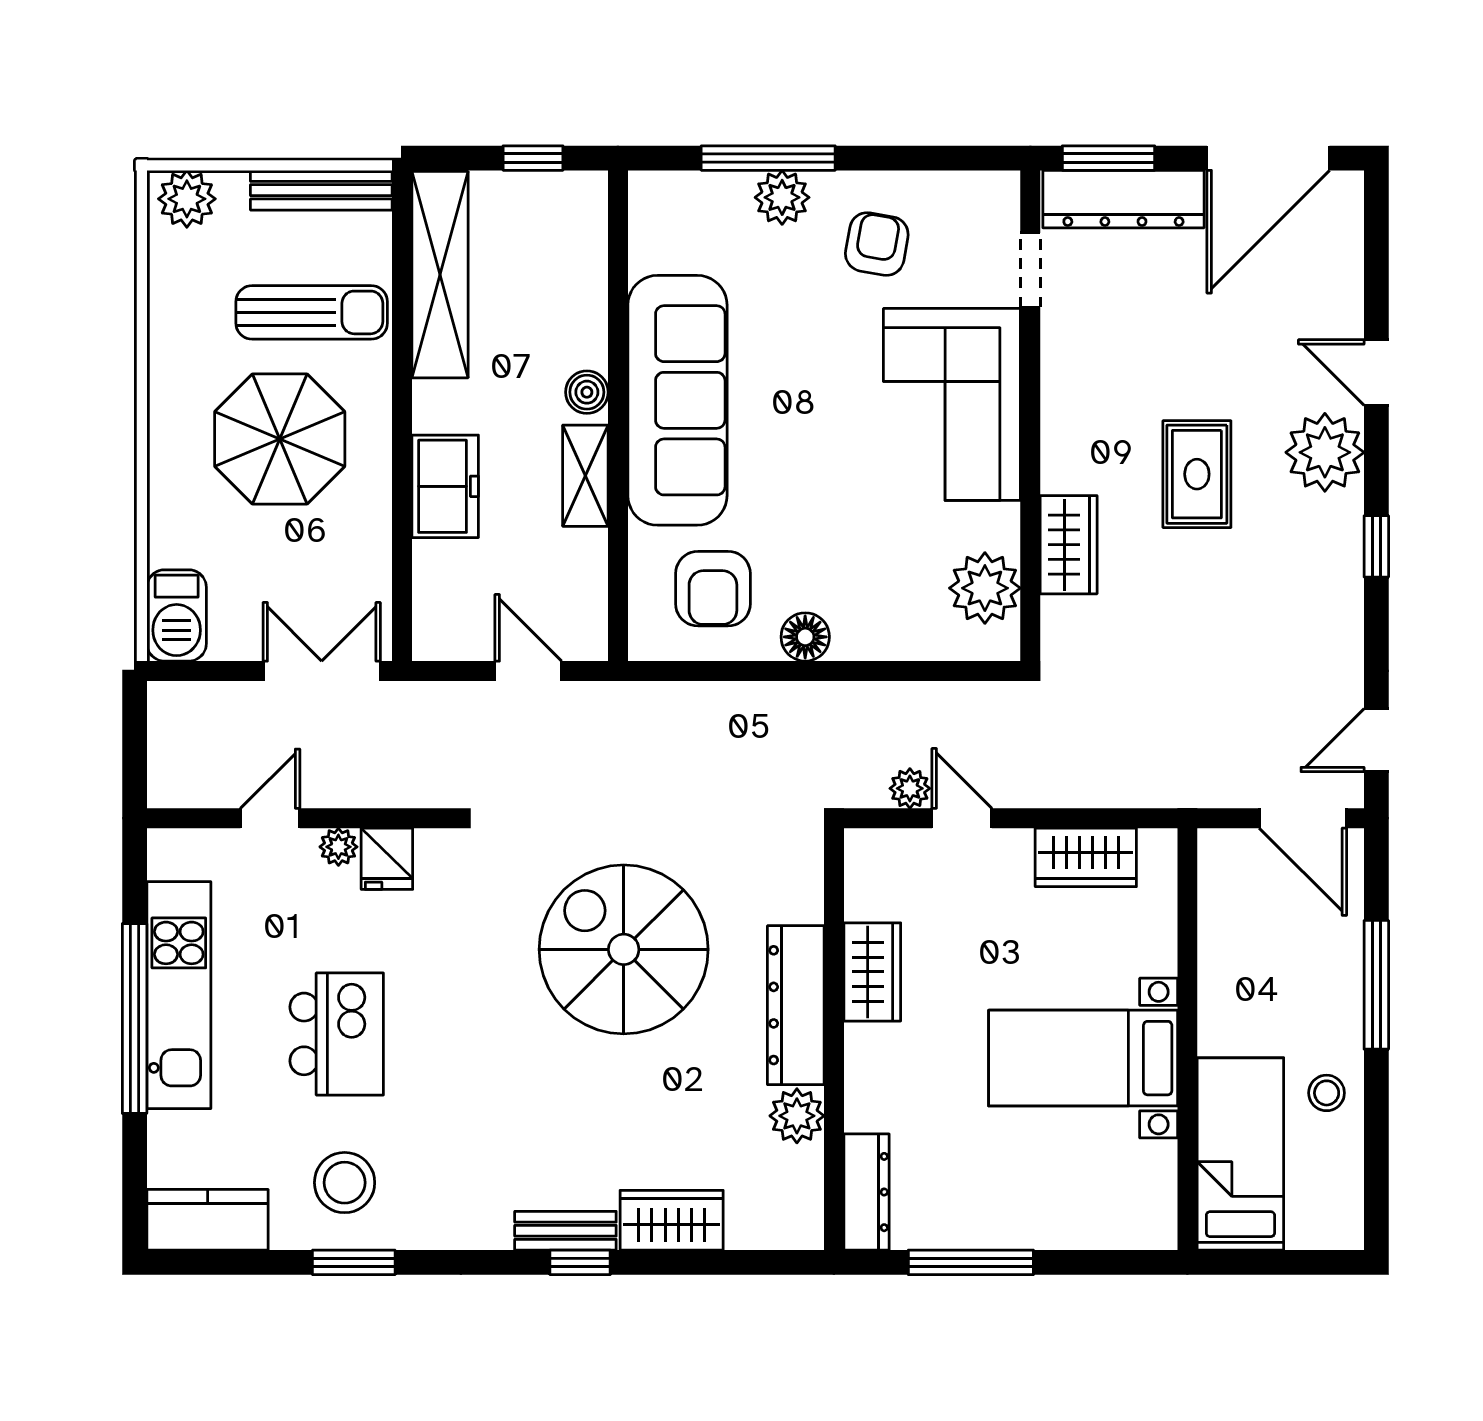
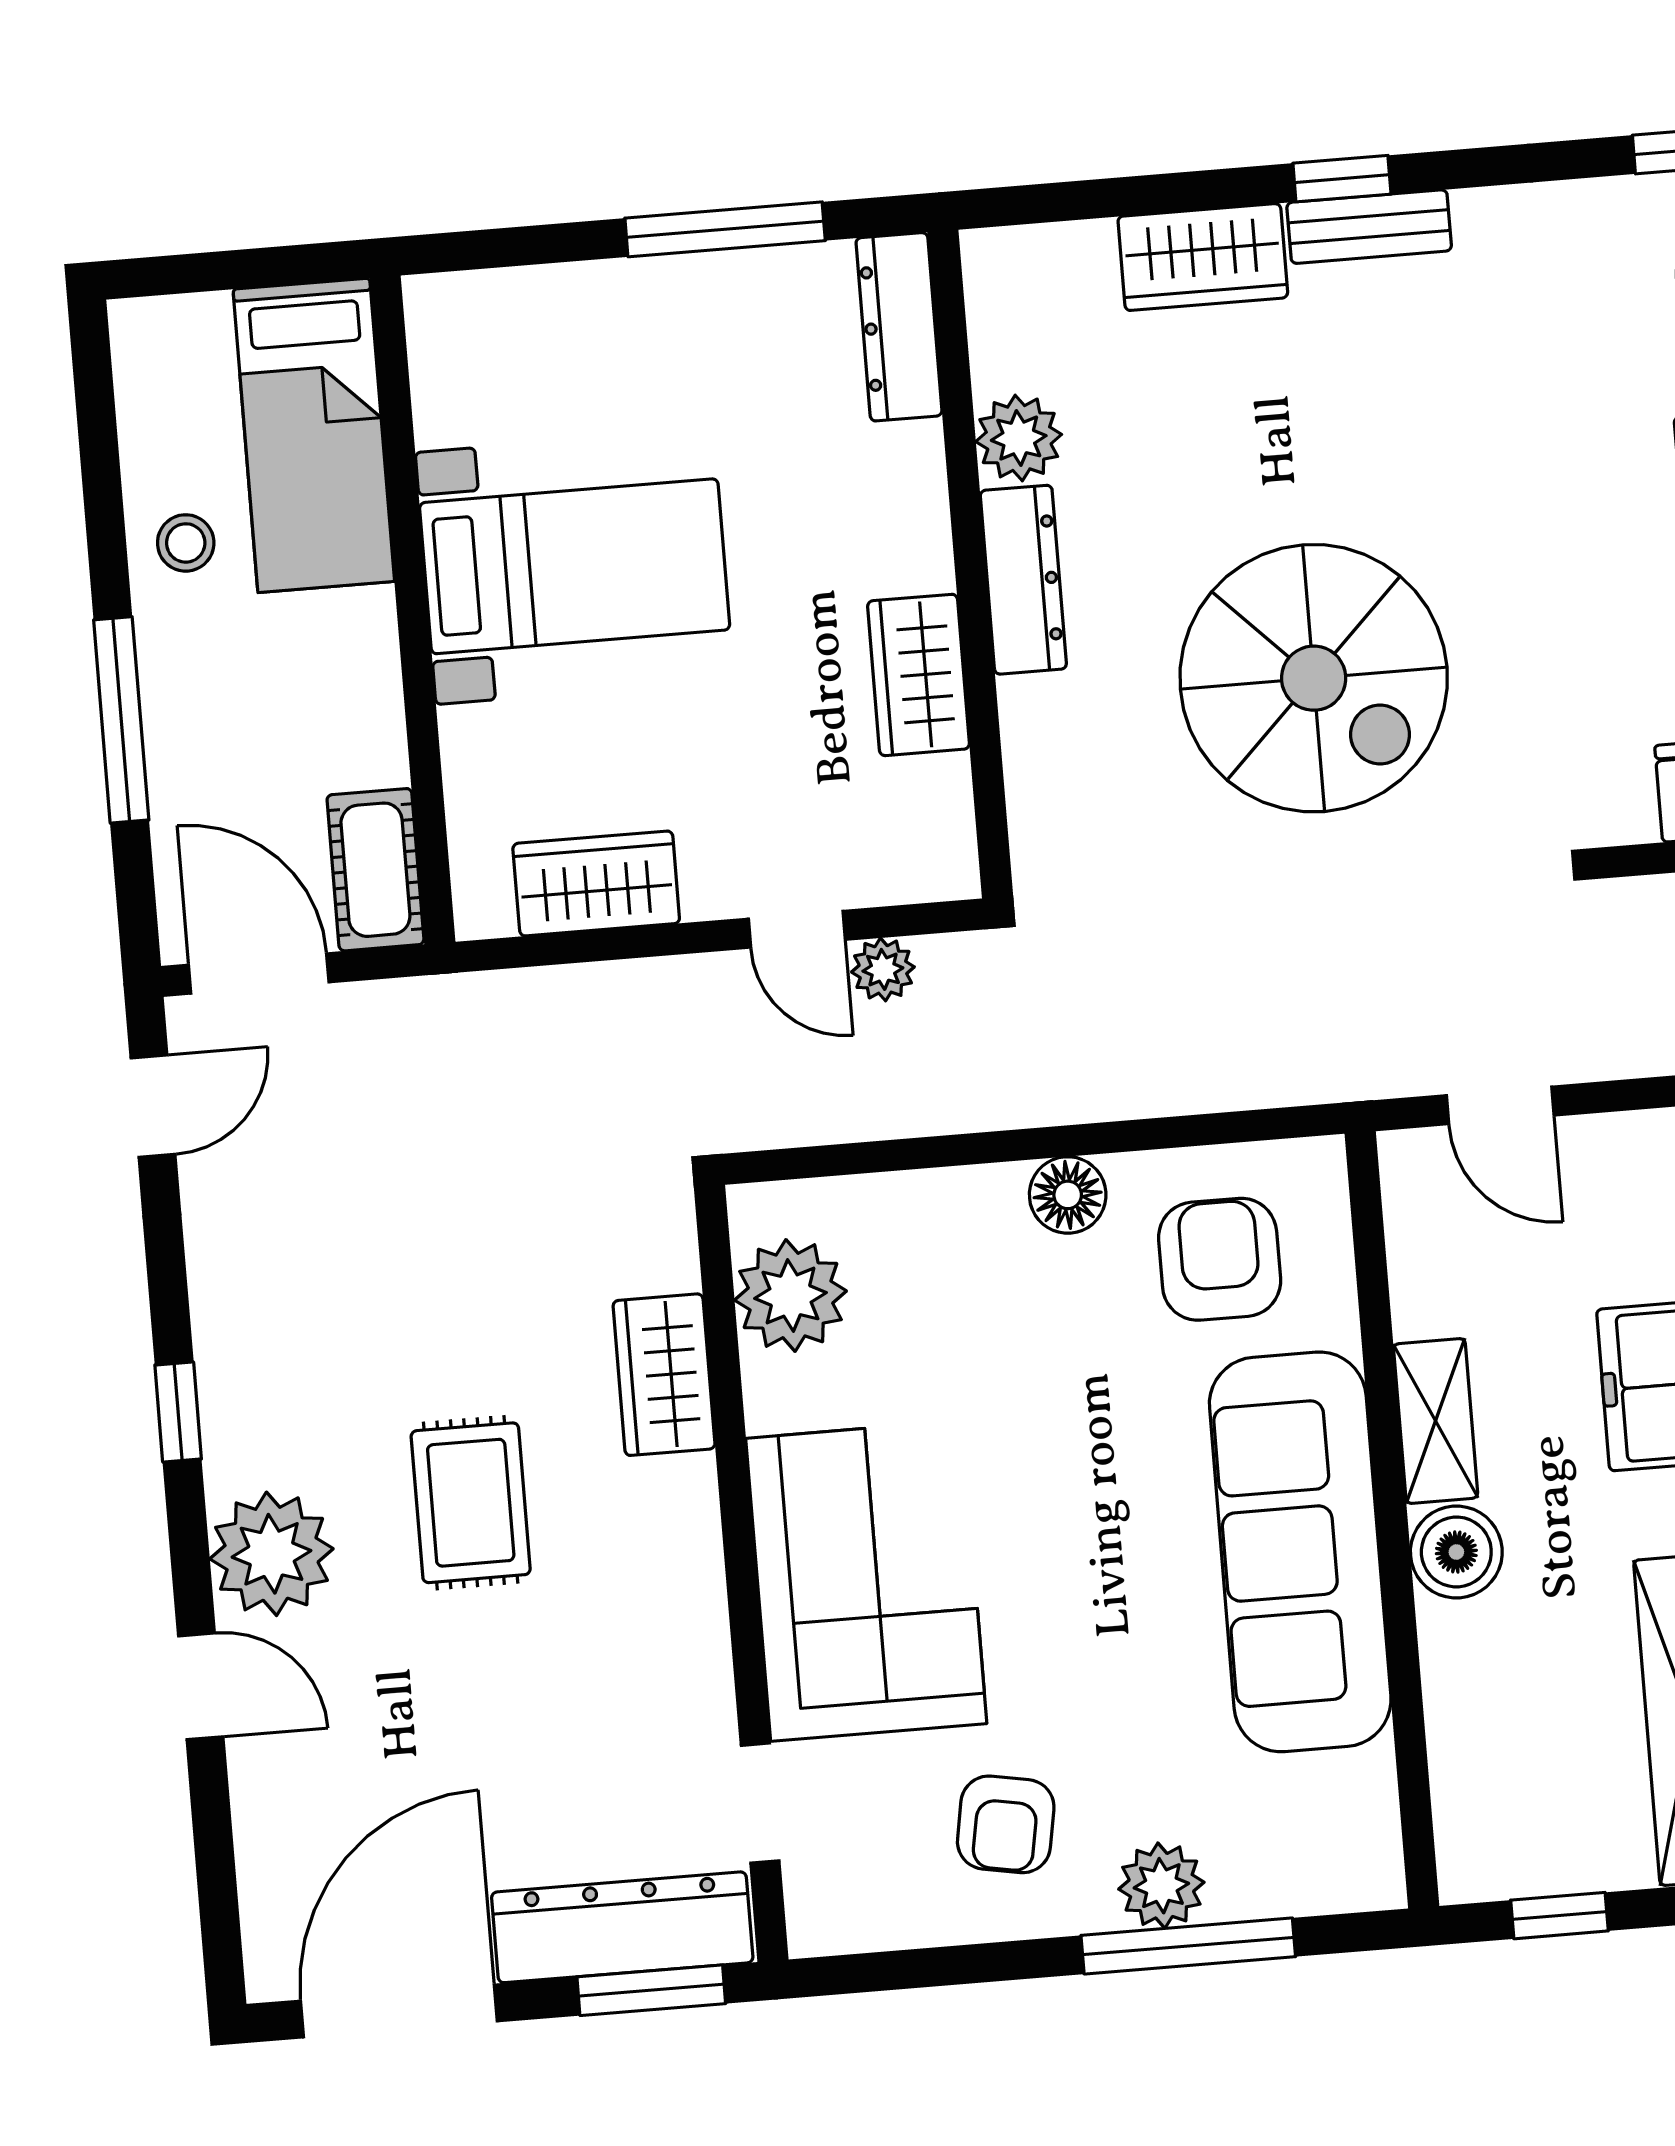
boiler: (587, 392) -> (1456, 1552), width x1.36, depth x1.36
cot: (1224, 877) -> (375, 870), added
dresser: (796, 1005) -> (1023, 580), width x0.73, depth x0.80

